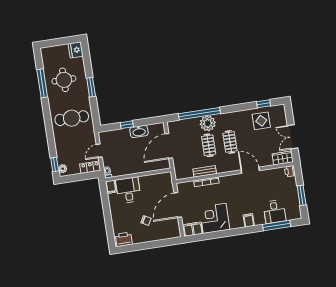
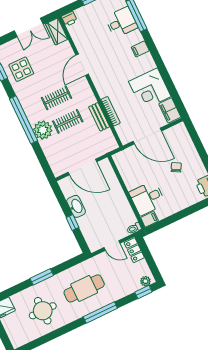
window: (42, 83) -> (100, 313), moved
window: (199, 114) -> (23, 120), moved
cafe table: (72, 118) -> (84, 288), turned 90

